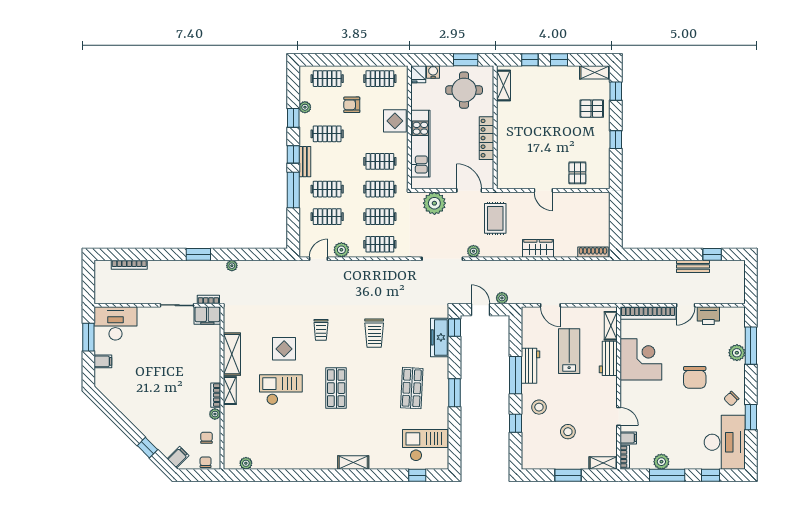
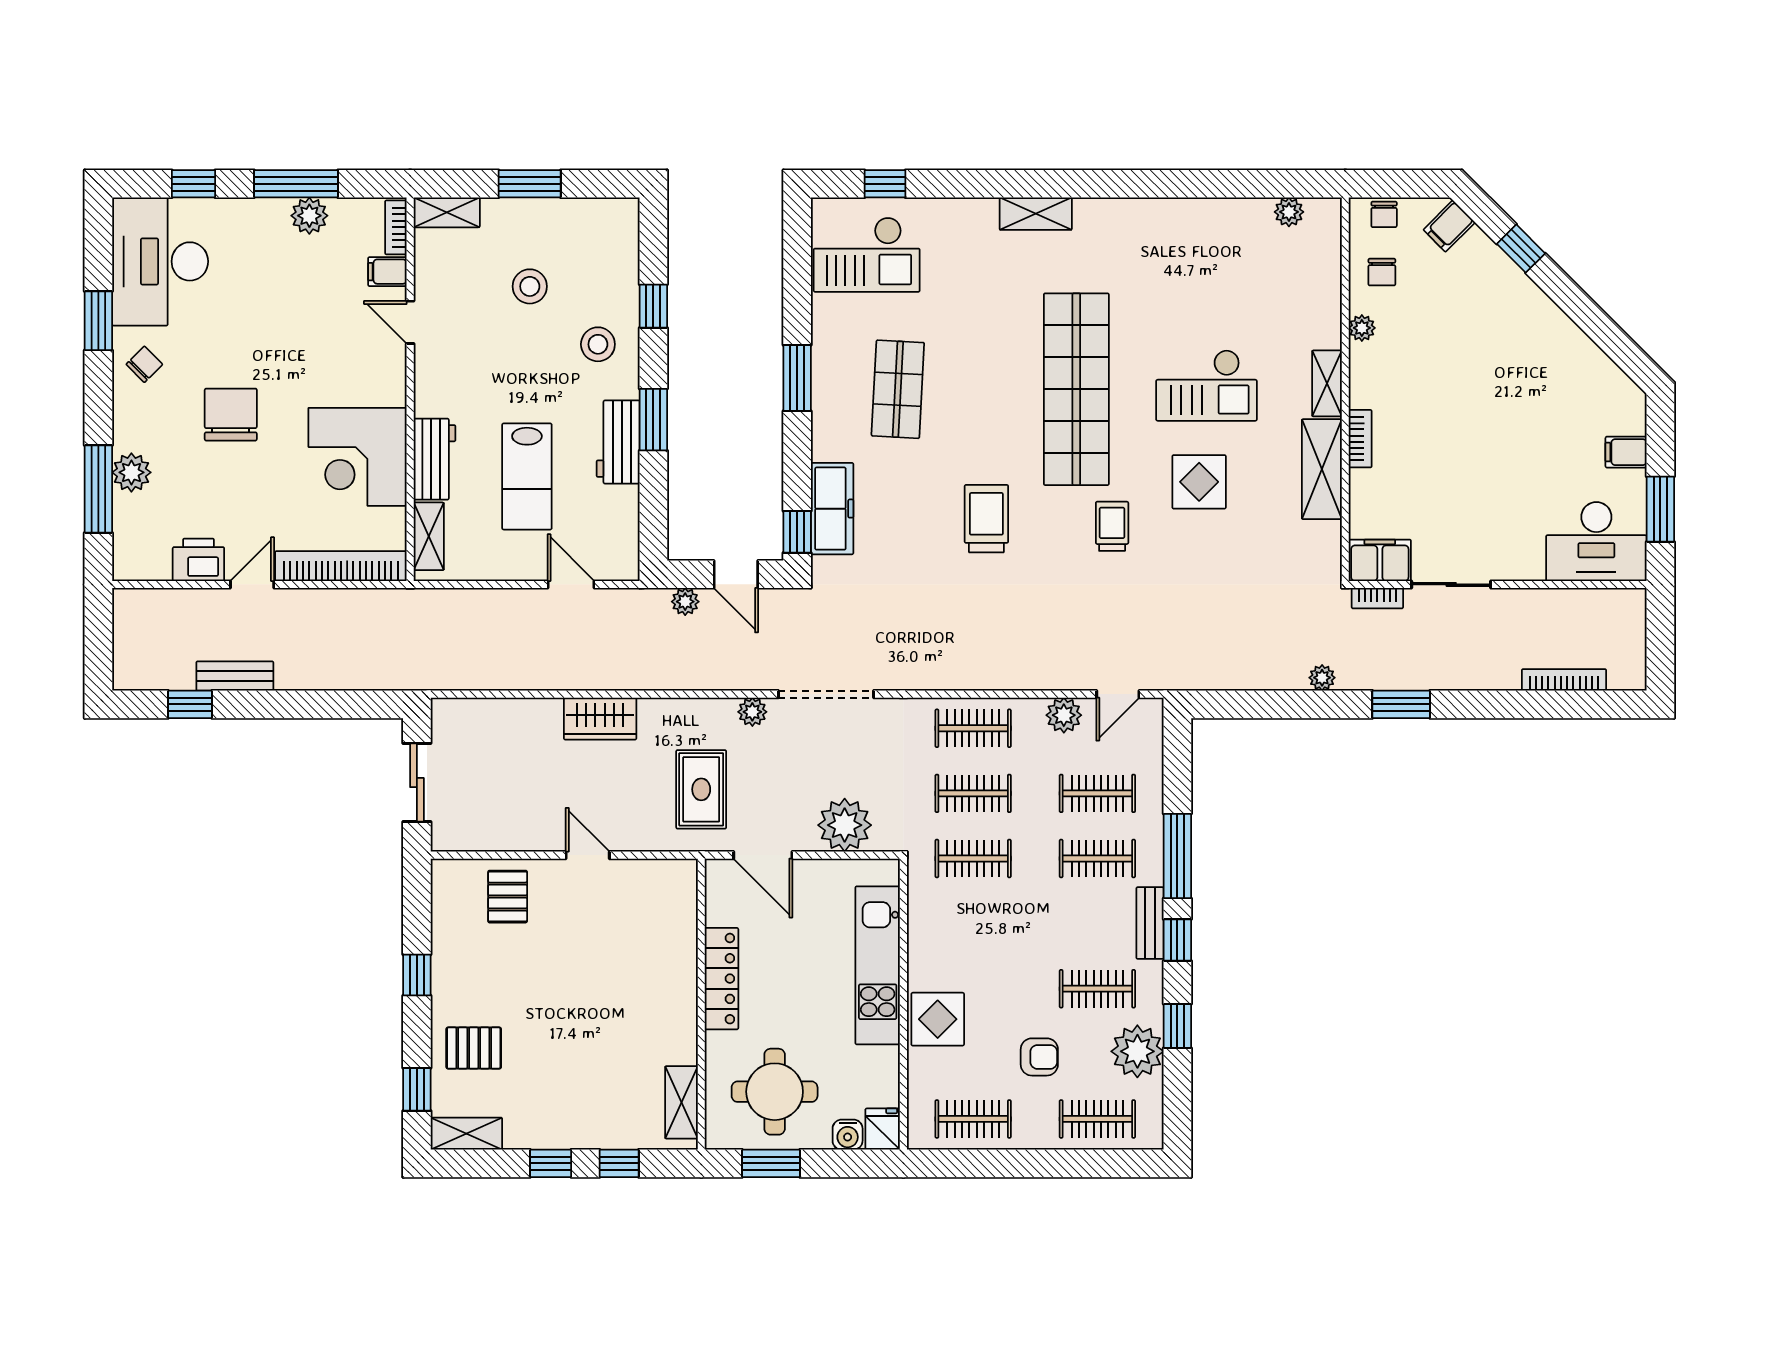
plant: (305, 107) -> (1137, 1051), width x1.87, depth x1.87
clothes rail: (380, 161) -> (973, 924), removed
sliding door: (616, 221) -> (417, 782), added
shoe rack: (593, 252) -> (471, 710), removed
window: (515, 375) -> (653, 420), width x0.69
shop shelf: (336, 388) -> (1076, 389), width x2.00, depth x1.36
bookcase: (216, 395) -> (1360, 439), moved

